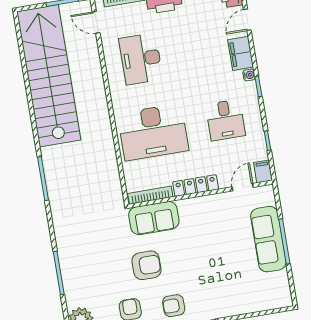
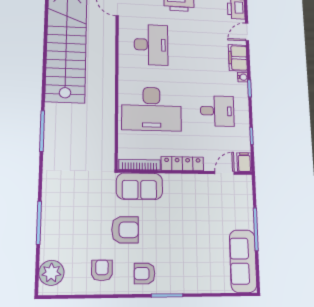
desk: (141, 59) -> (151, 45), turned 180
desk: (225, 120) -> (217, 111), turned -90
sofa: (268, 239) -> (243, 261), moved

